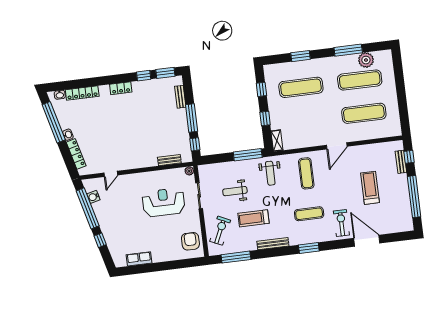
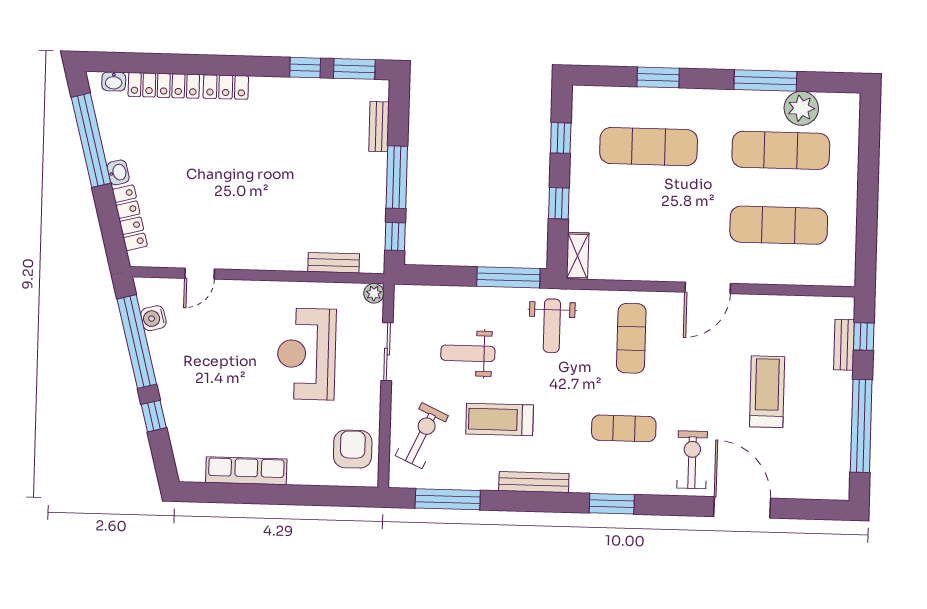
locker: (121, 88) -> (226, 87), moved
reception desk: (164, 202) -> (307, 354), turned -90
row of seats: (139, 259) -> (246, 471), width x1.48

